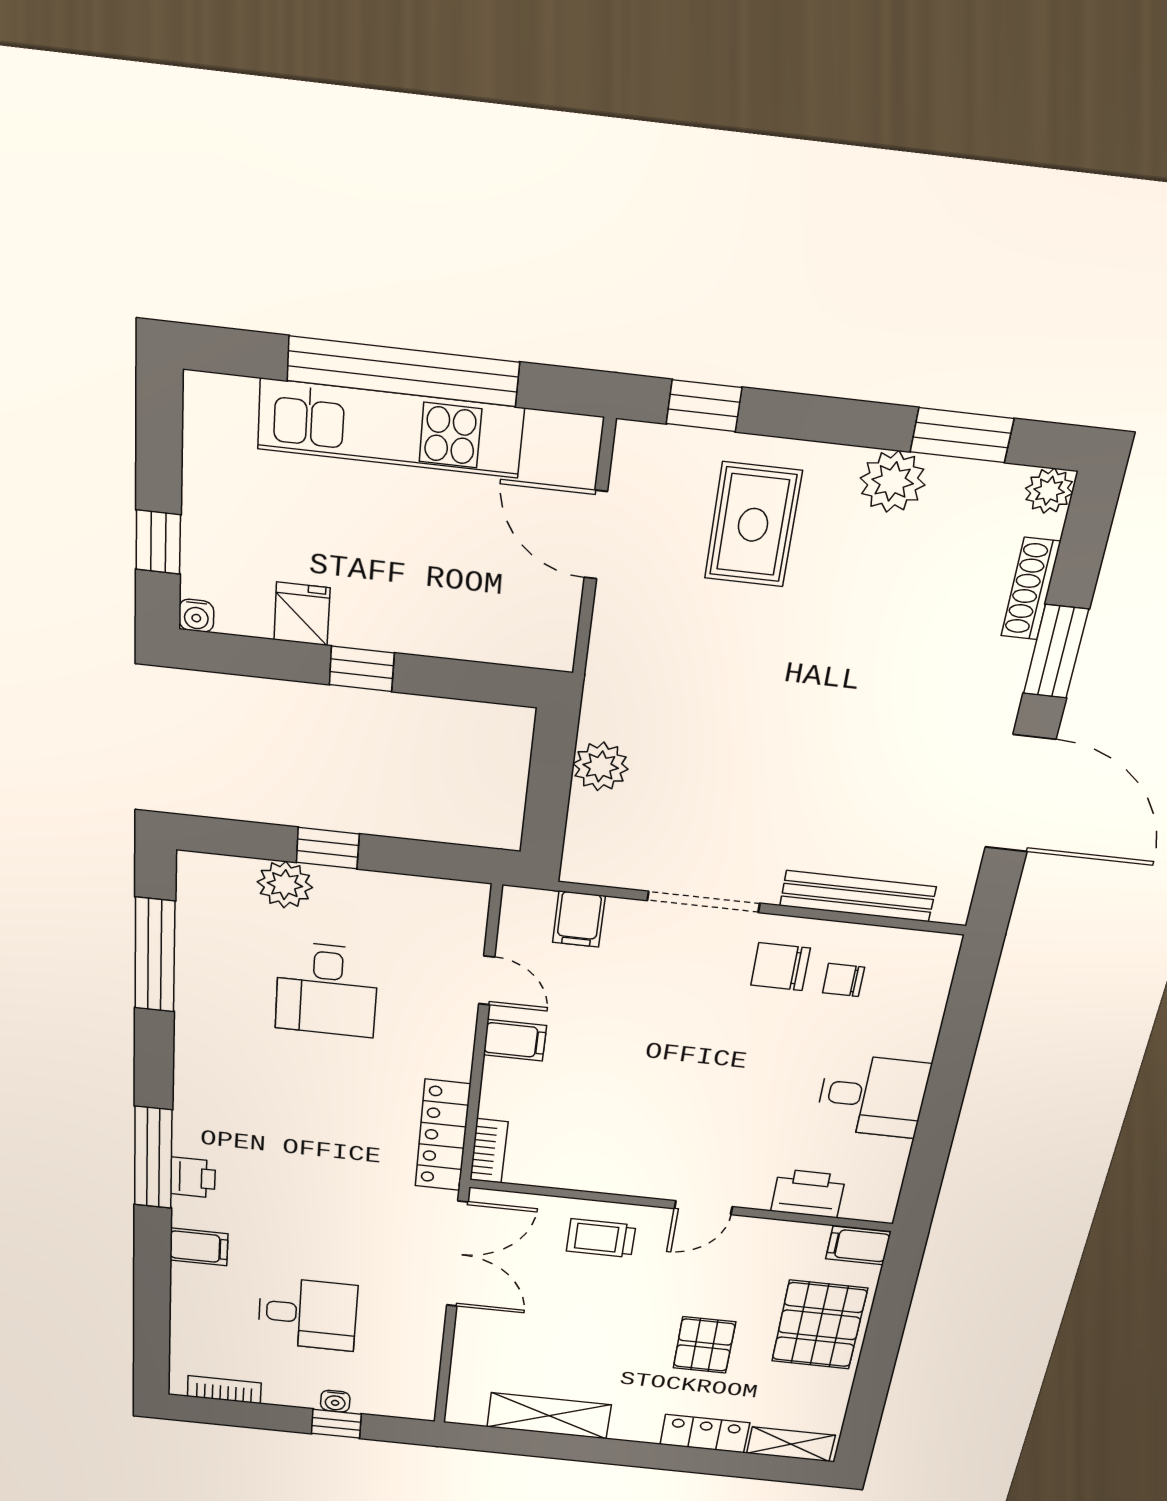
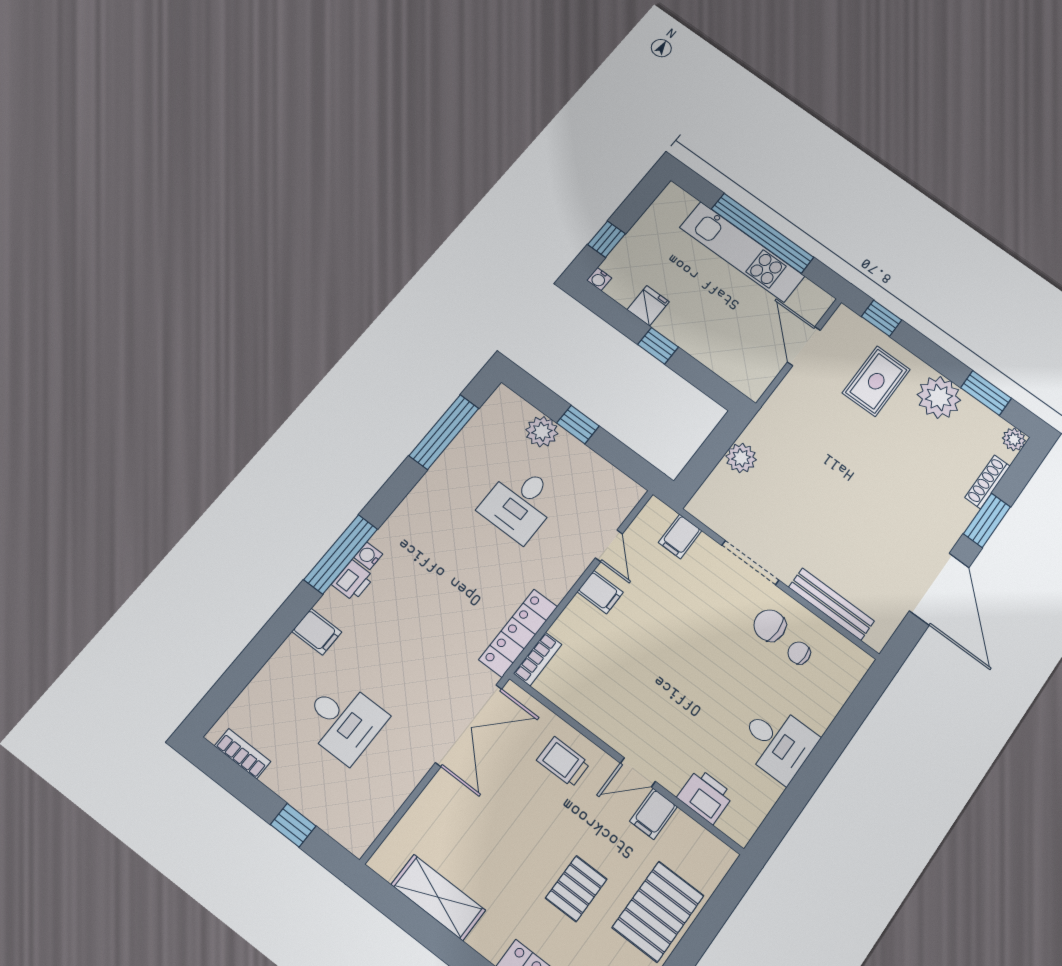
plant: (893, 481) -> (939, 397), width x1.36, depth x1.36
filing cabinet: (858, 1245) -> (654, 814), moved, turned -90
water cooler: (335, 1401) -> (368, 556), moved, turned 90

